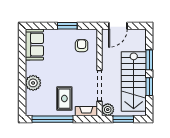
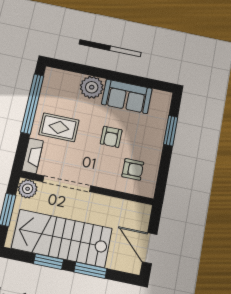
window: (67, 26) -> (171, 131), moved
door: (118, 26) -> (150, 248), moved
sofa: (34, 45) -> (127, 96), moved
armchair: (63, 64) -> (111, 137), added

